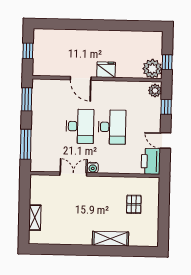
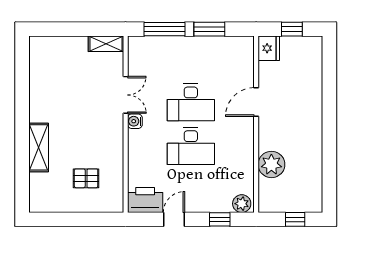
window: (167, 62) -> (295, 219), moved
plant: (152, 69) -> (271, 164), moved
fridge: (106, 70) -> (269, 48), moved
window: (27, 99) -> (209, 29), moved
shelving: (35, 218) -> (106, 44), moved

